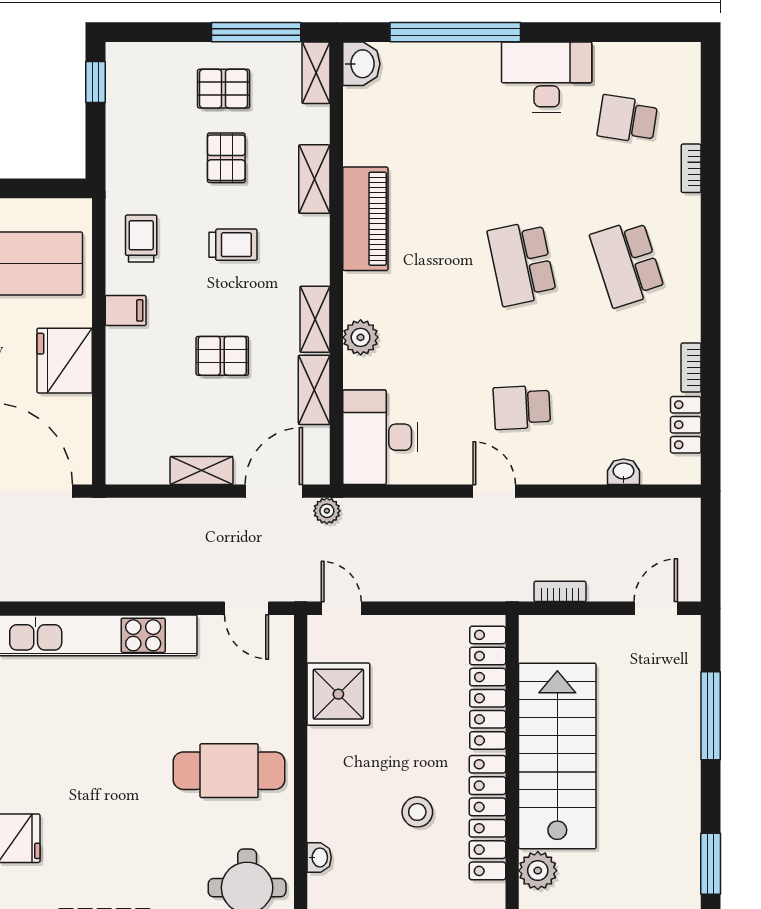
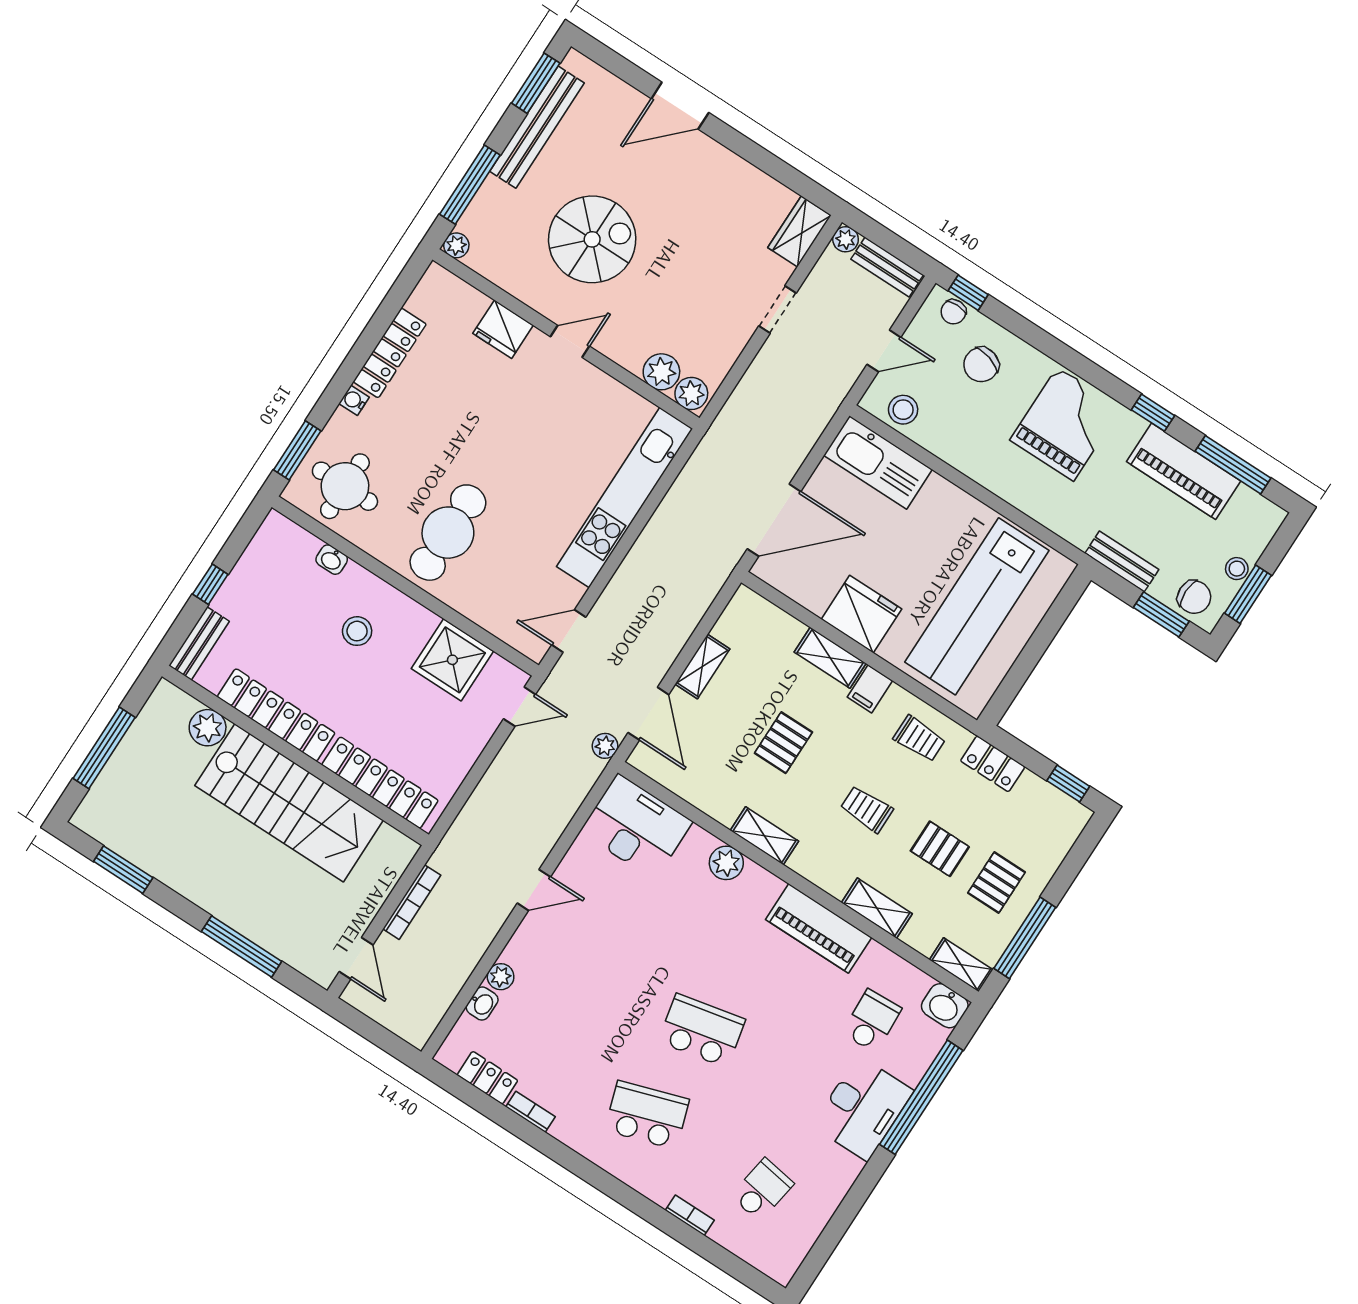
desk: (547, 77) -> (863, 1108), moved
locker: (121, 160) -> (993, 764), added
trolley: (233, 245) -> (867, 809), turned 90
shelving: (314, 390) -> (830, 658), moved
school desk: (522, 407) -> (872, 1021), moved
plant: (589, 471) -> (501, 977), added
bookcase: (560, 591) -> (412, 902), width x1.56
stool: (417, 812) -> (357, 631), moved

